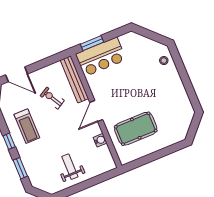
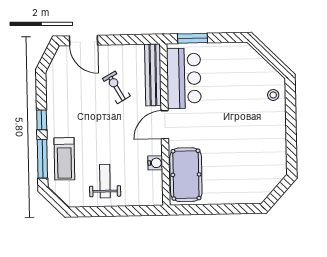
bar counter: (101, 57) -> (184, 78), moved, turned -90
treadmill: (27, 126) -> (64, 159), moved
pool table: (136, 129) -> (186, 175), moved, turned 90
window: (20, 168) -> (42, 159), width x1.44

